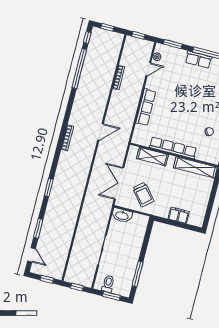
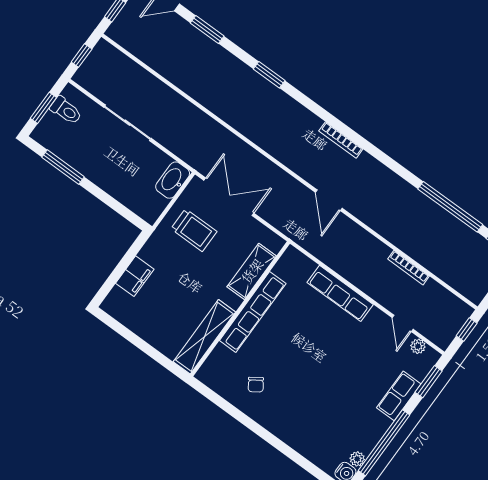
row of seats: (199, 60) -> (399, 396), moved
trolley: (143, 194) -> (194, 230), turned -140

